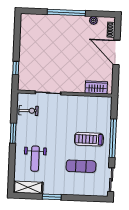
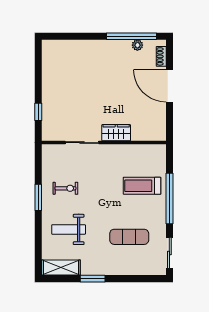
window: (66, 12) -> (132, 36), moved
wardrobe: (96, 87) -> (116, 133), moved
exercise bike: (28, 111) -> (65, 188), moved
treadmill: (89, 139) -> (142, 186), moved
weight bench: (35, 159) -> (69, 229), turned 90

